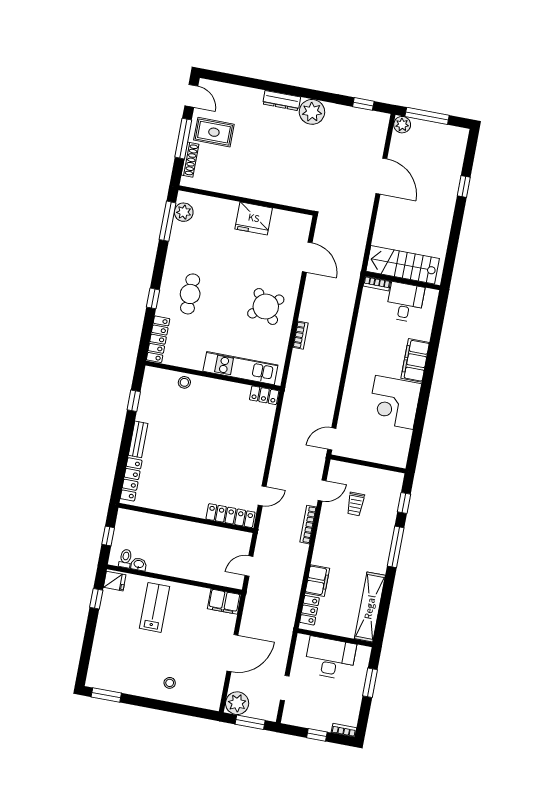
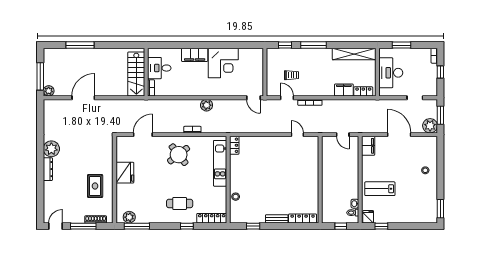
window: (363, 104) -> (40, 118), removed
rug: (214, 132) -> (95, 186), moved
window: (464, 187) -> (80, 45), width x2.17
plant: (334, 364) -> (207, 105), added
locker: (230, 516) -> (313, 152), removed

